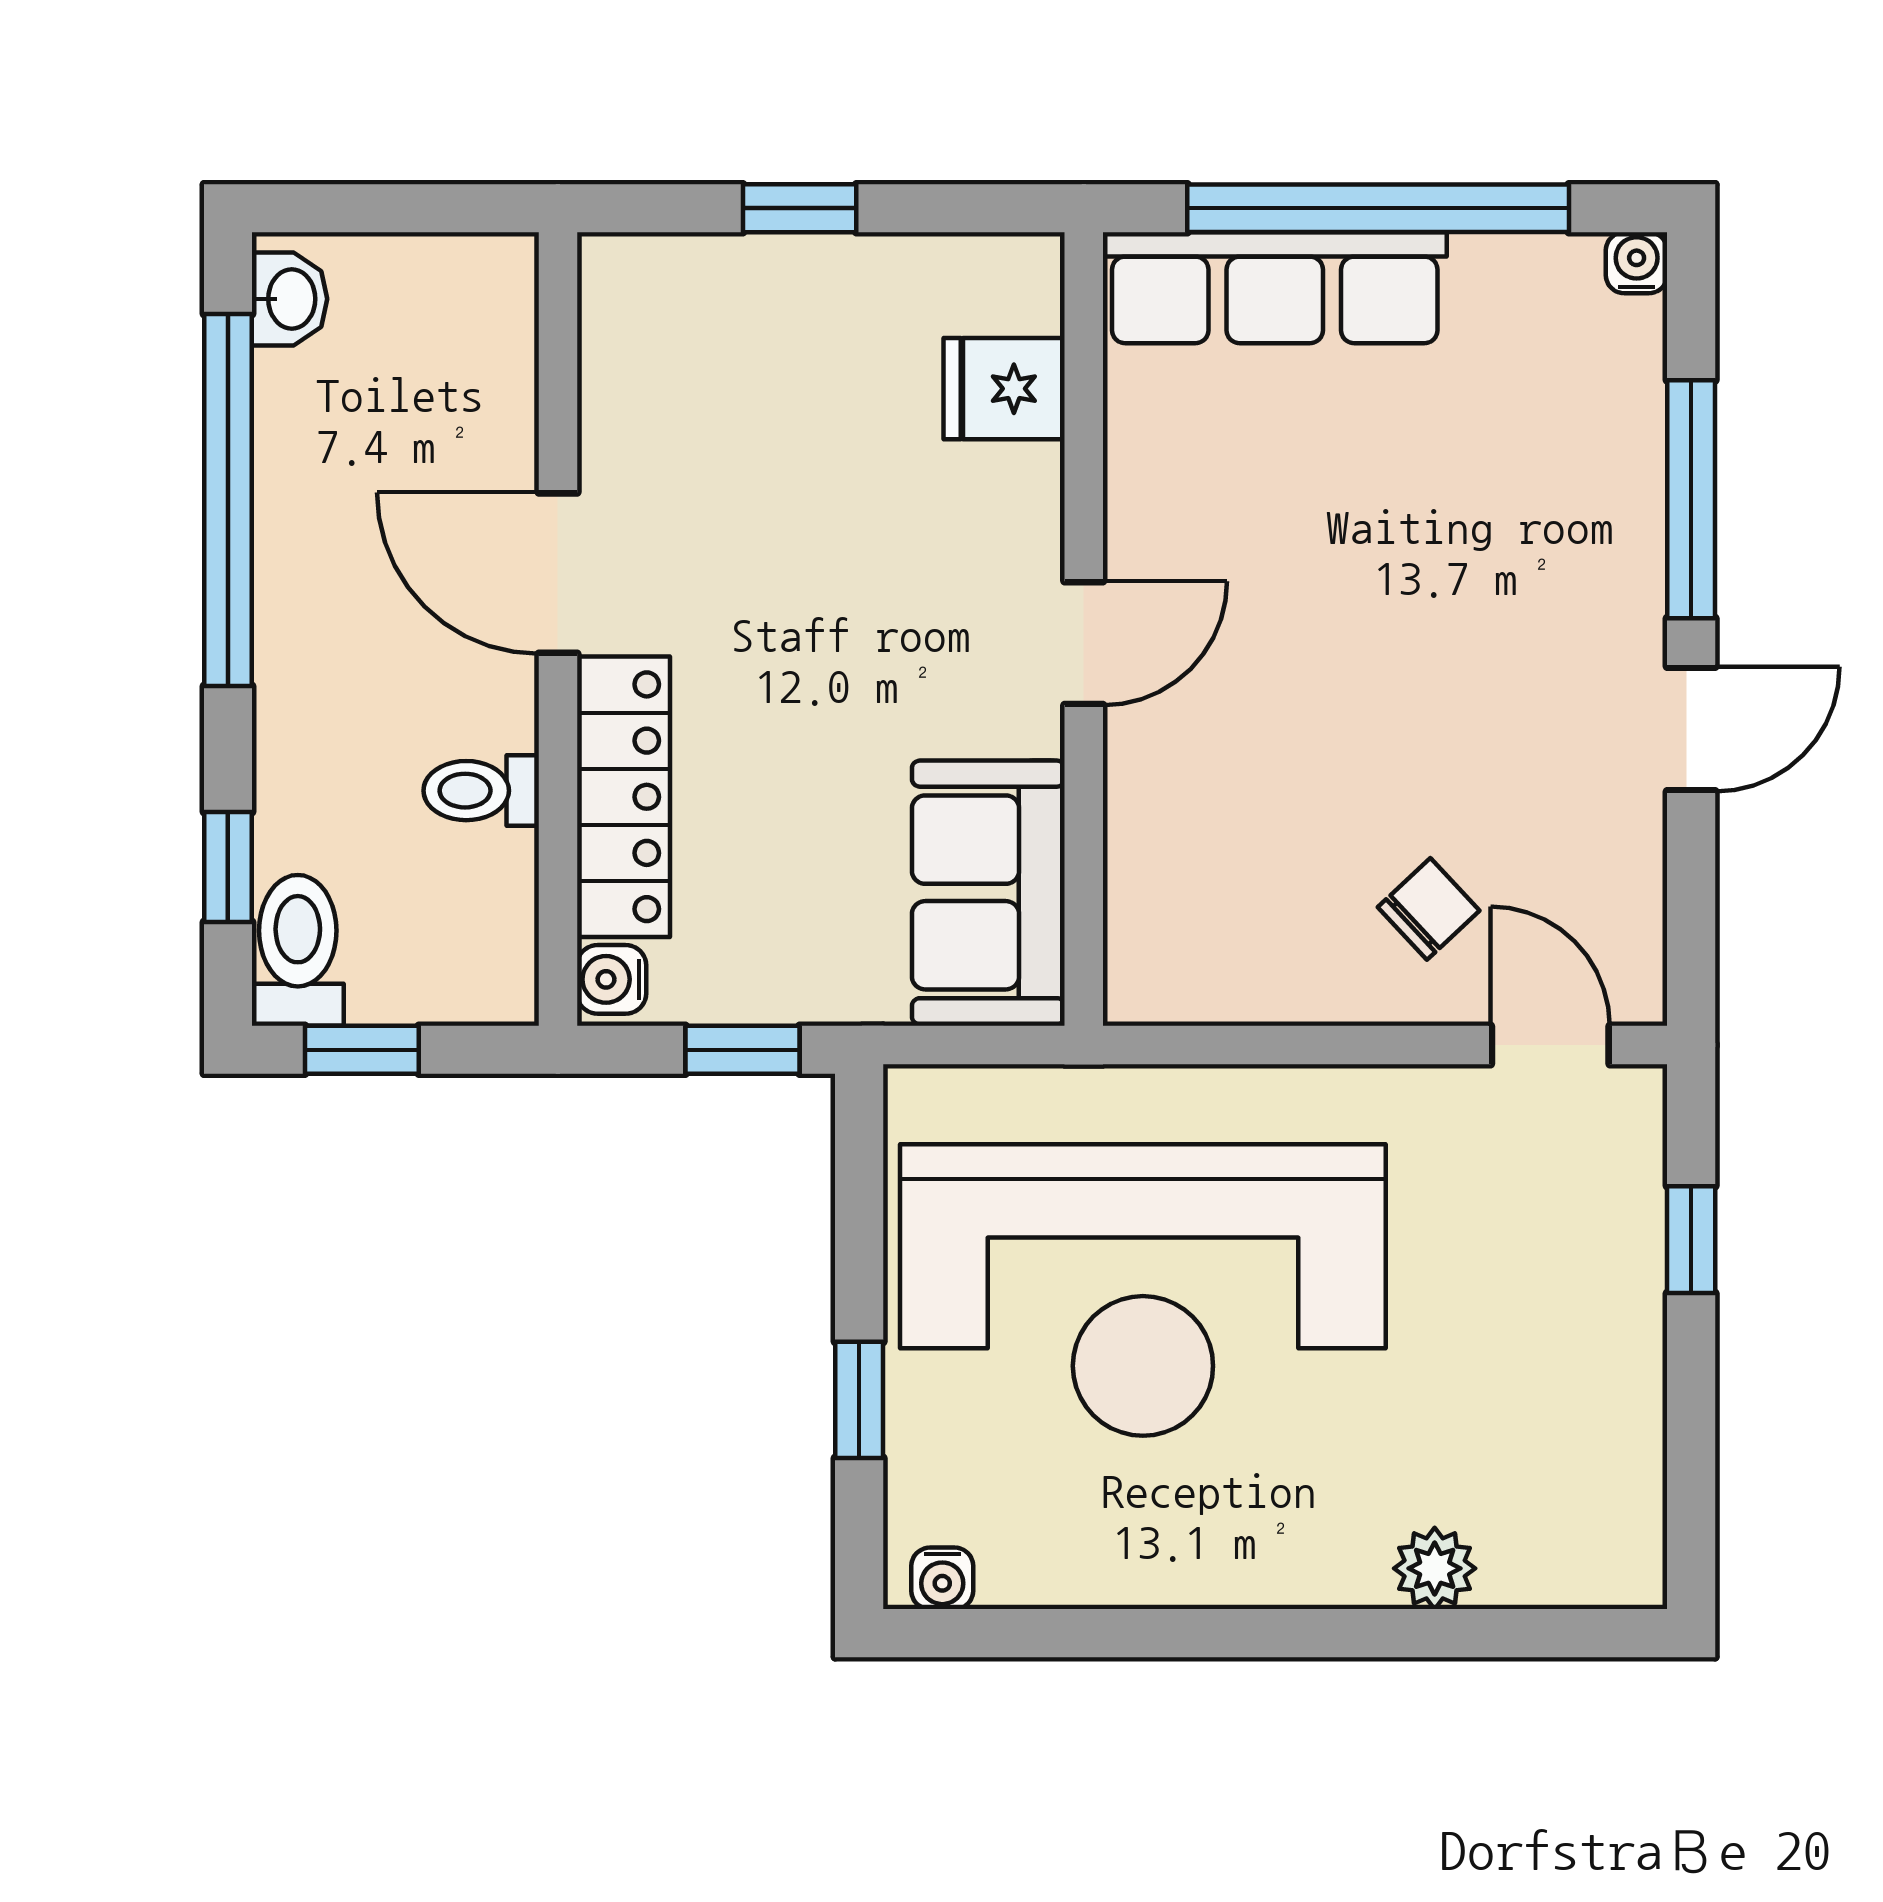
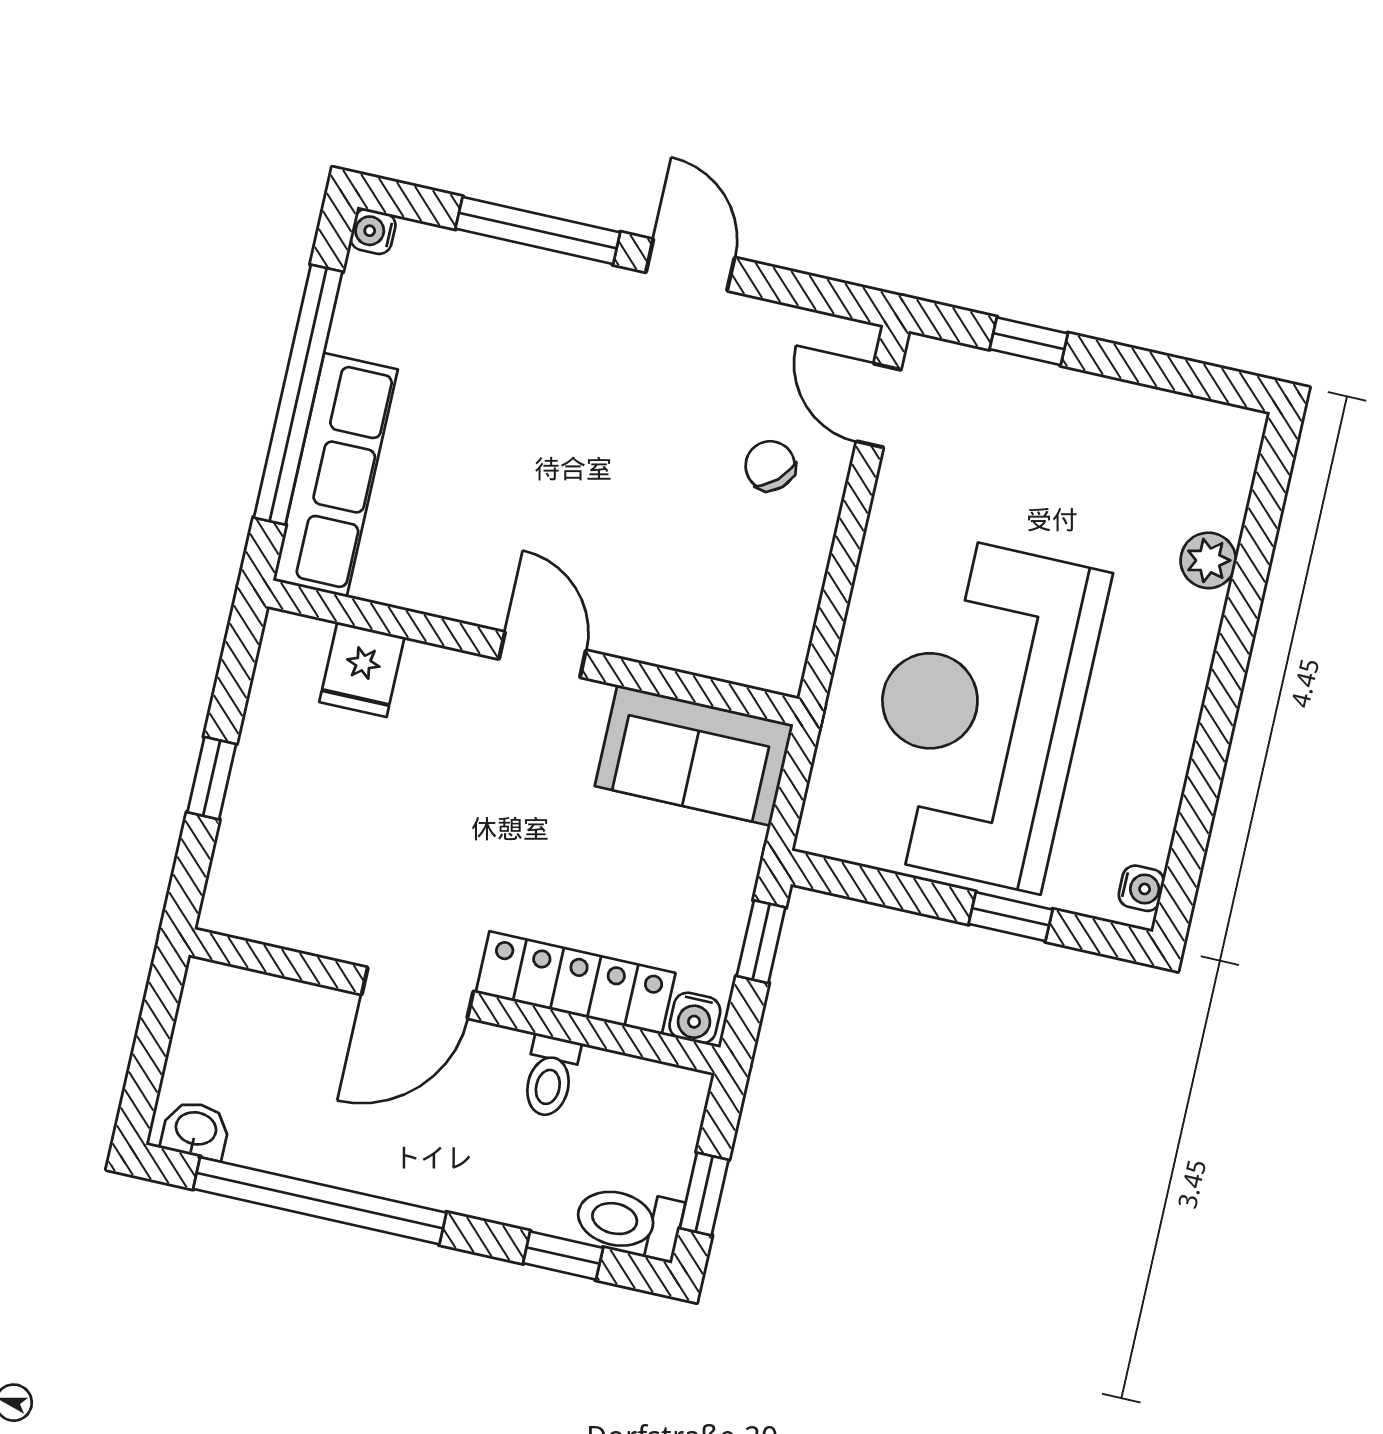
door: (1550, 1045) -> (879, 406), hinge flipped
reception desk: (1143, 1290) -> (980, 712), turned 180

